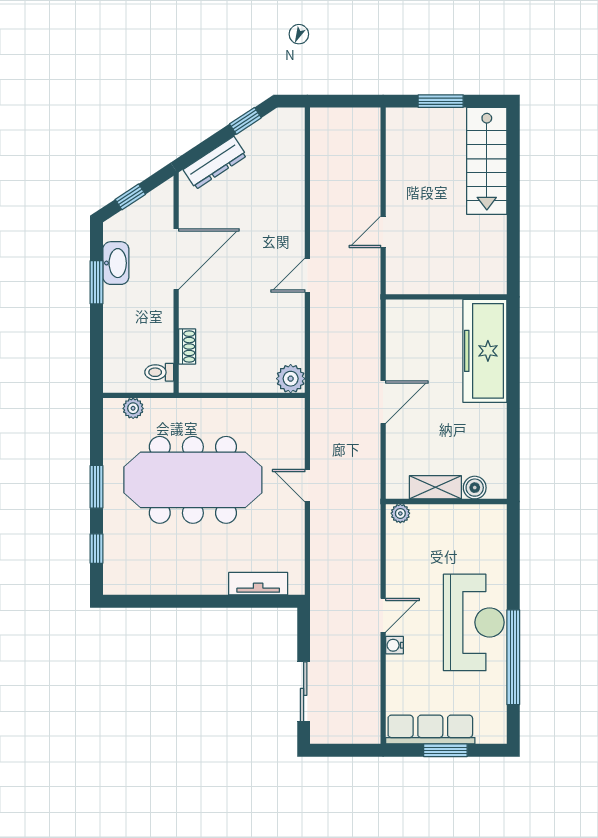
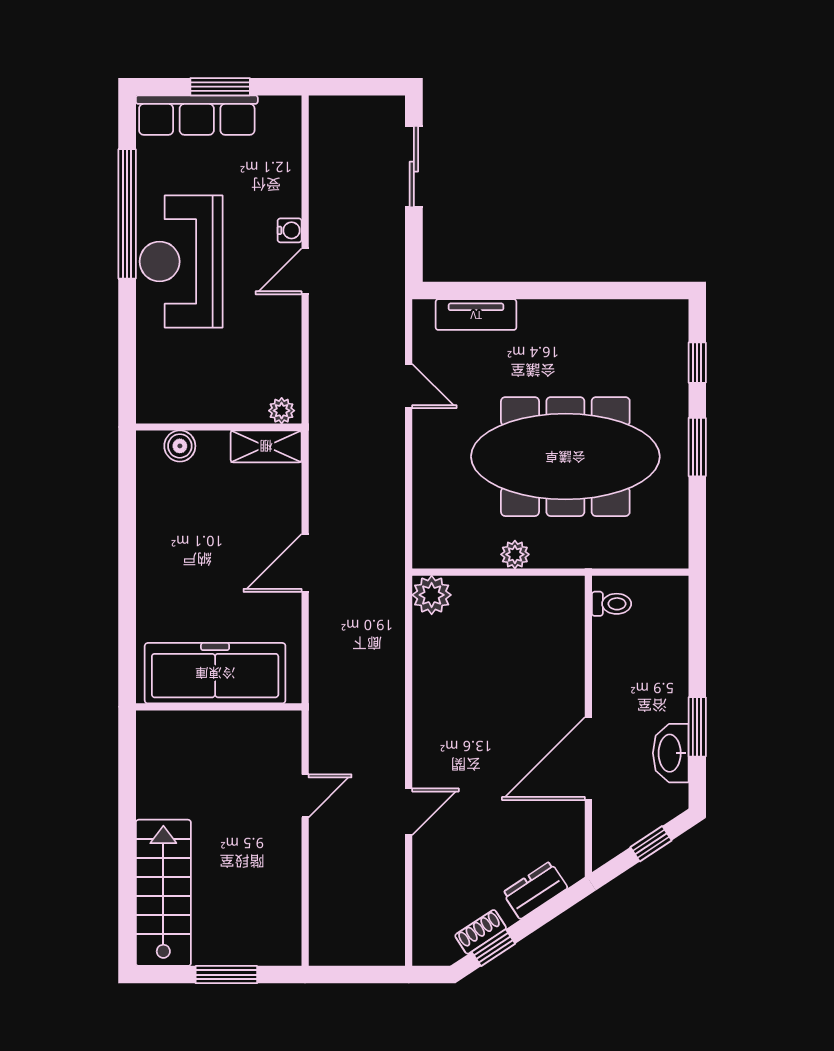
dresser: (215, 163) -> (535, 890), width x0.70
door: (307, 275) -> (409, 812), moved
shoe rack: (187, 347) -> (481, 932), moved, turned 57
freezer: (485, 351) -> (215, 673), moved, turned -90
plant: (133, 408) -> (515, 554), moved
door: (307, 486) -> (409, 386), moved
shelving: (435, 487) -> (266, 446), moved
row of seats: (430, 730) -> (197, 115), moved

